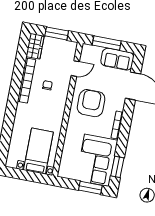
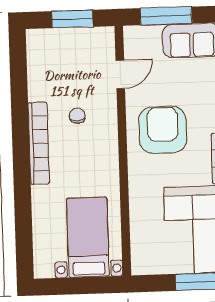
wardrobe: (35, 46) -> (39, 51), removed
bookcase: (27, 80) -> (39, 143), moved

